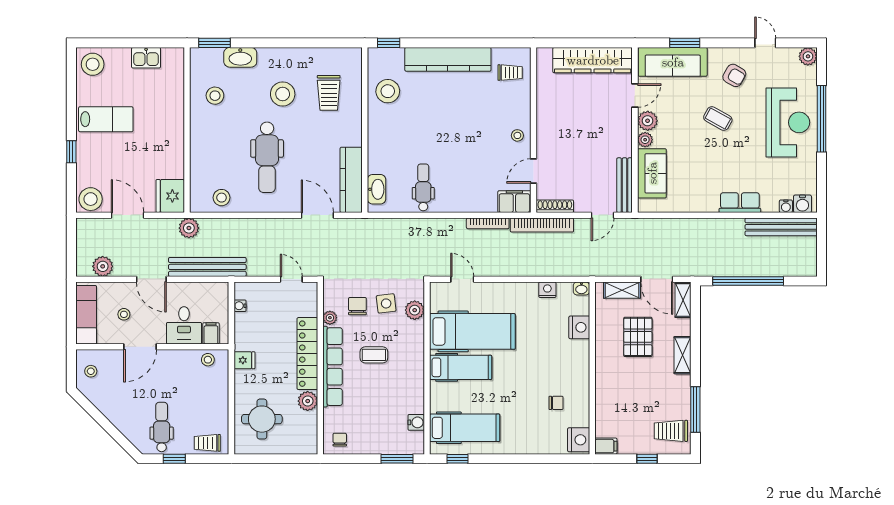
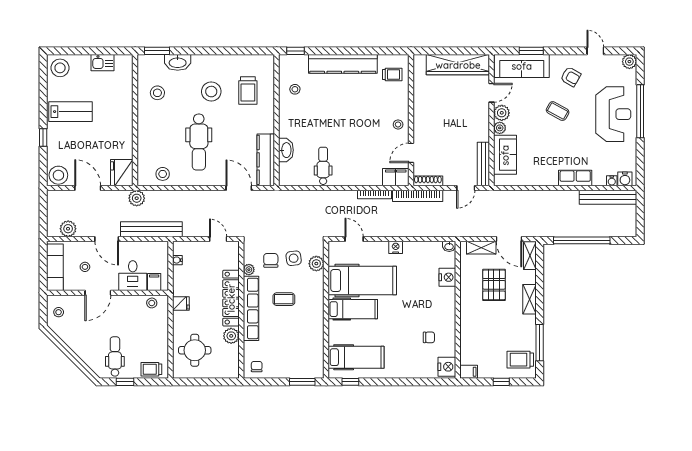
stool: (388, 91) -> (295, 89), width x0.53, depth x0.53
washbasin: (377, 189) -> (286, 150), moved
nightstand: (547, 290) -> (396, 247), moved
water cooler: (416, 422) -> (318, 353), removed

